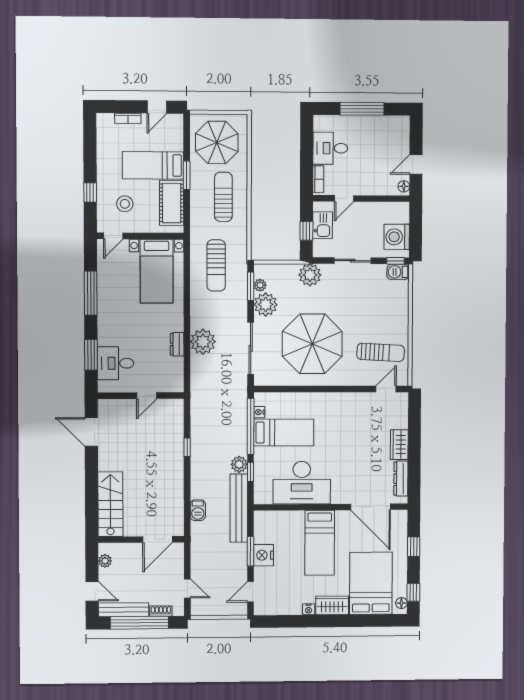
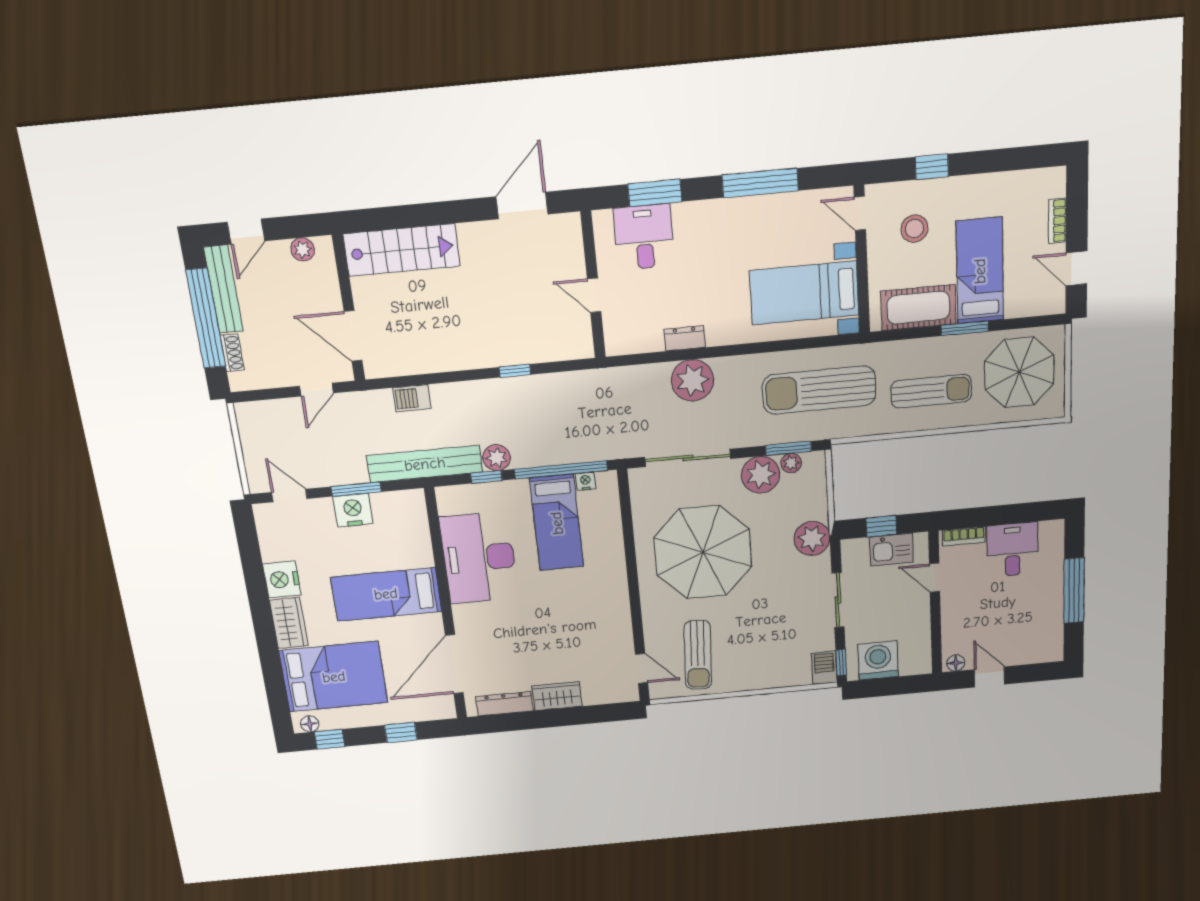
sun lounger: (216, 265) -> (819, 390), width x1.36, depth x1.34
door: (187, 589) -> (316, 390), moved
nightstand: (309, 609) -> (282, 579), width x1.89, depth x1.79

